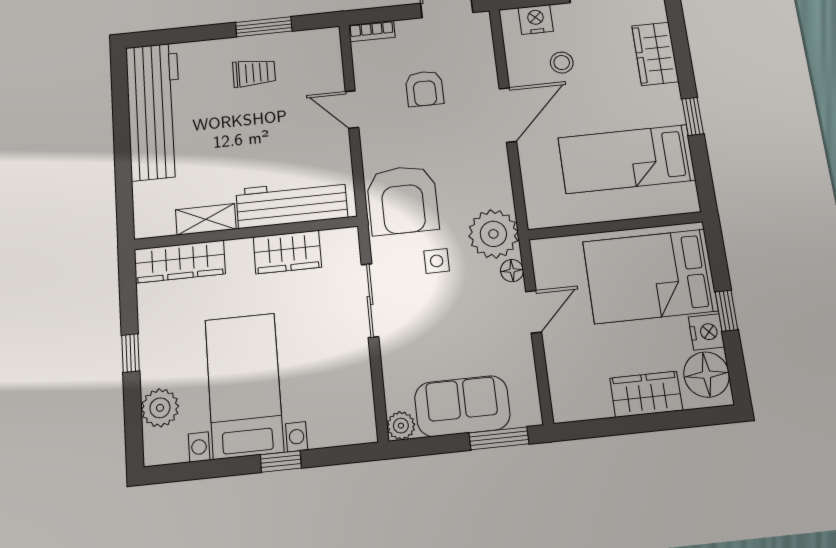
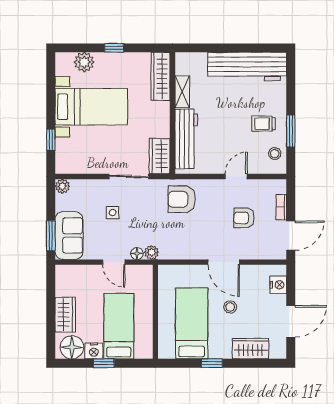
bookcase: (372, 31) -> (281, 207), moved
stool: (306, 49) -> (275, 154), added
stool: (562, 63) -> (230, 307), moved
trolley: (254, 73) -> (264, 124), turned 90
armchair: (403, 200) -> (182, 199), width x0.73, depth x0.73
plant: (493, 234) -> (152, 252), width x0.53, depth x0.53
wardrobe: (287, 252) -> (160, 156), moved
side table: (437, 261) -> (113, 213), moved
bed: (650, 276) -> (119, 326), width x0.67
sofa: (462, 406) -> (69, 235), moved
window: (281, 461) -> (51, 140), moved

